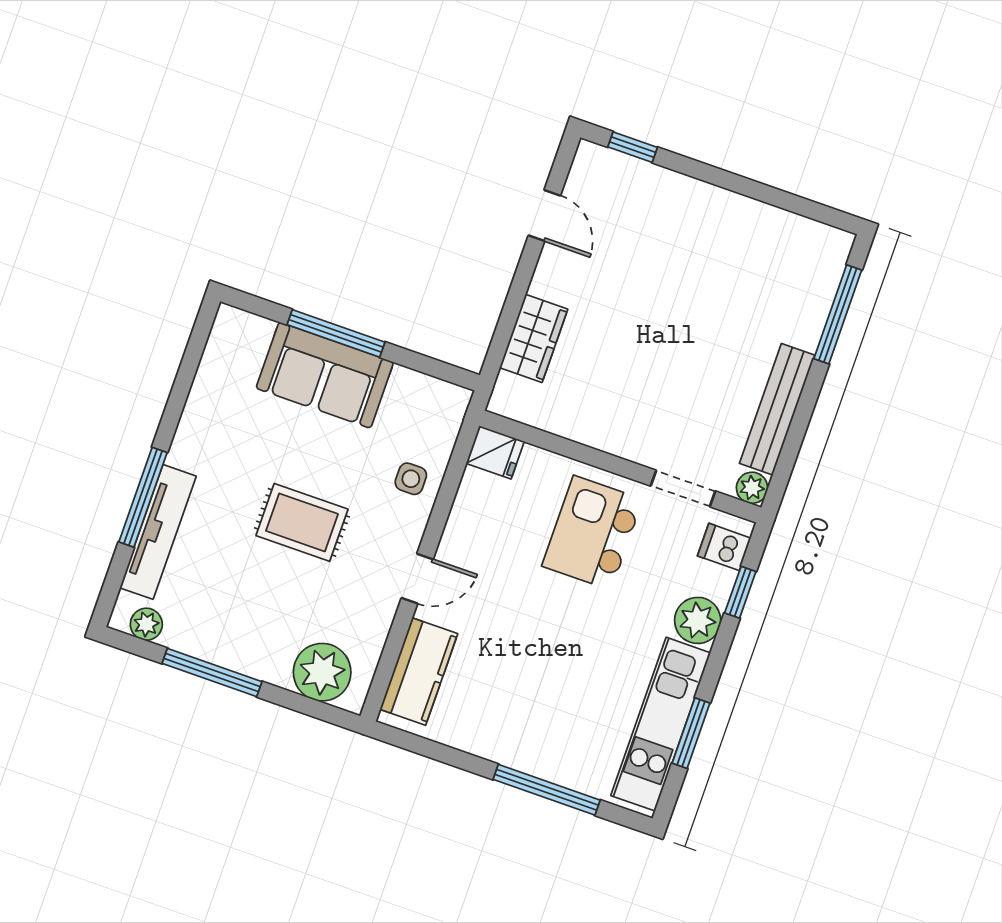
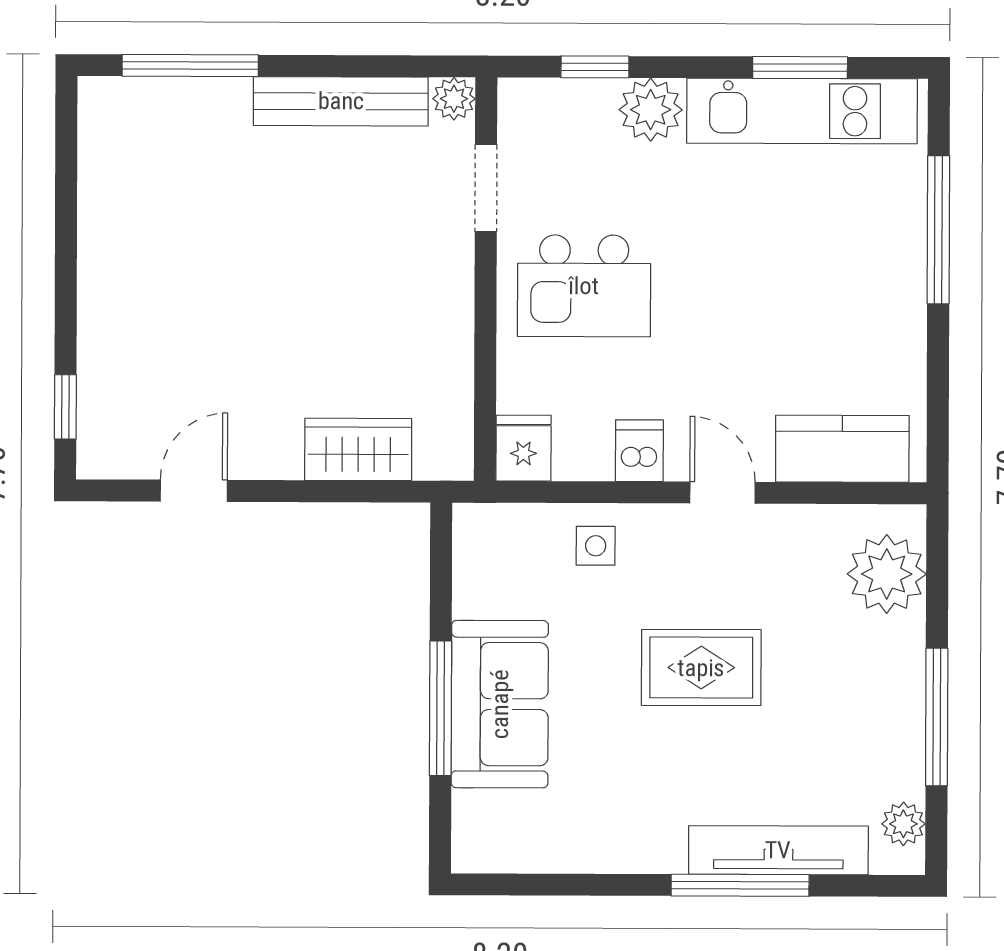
rug: (302, 522) -> (701, 668), turned 90
dishwasher: (724, 547) -> (639, 451), moved, turned 180

